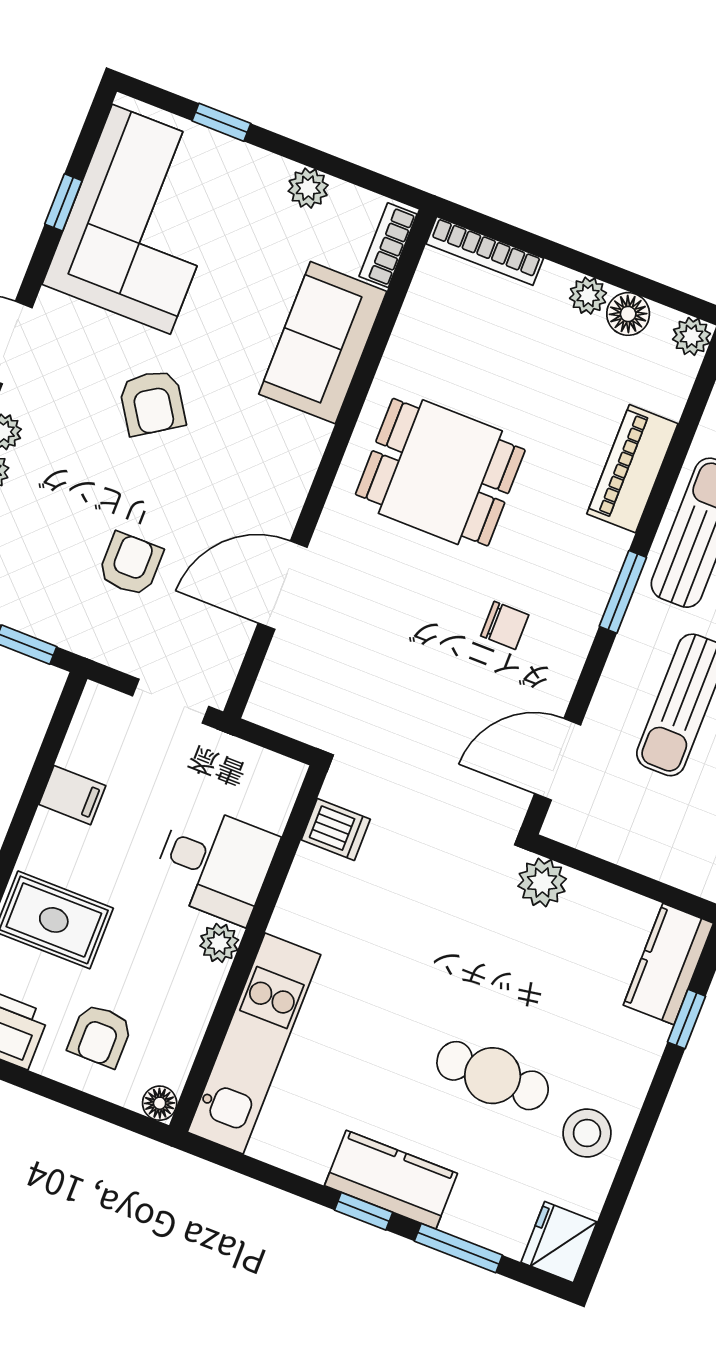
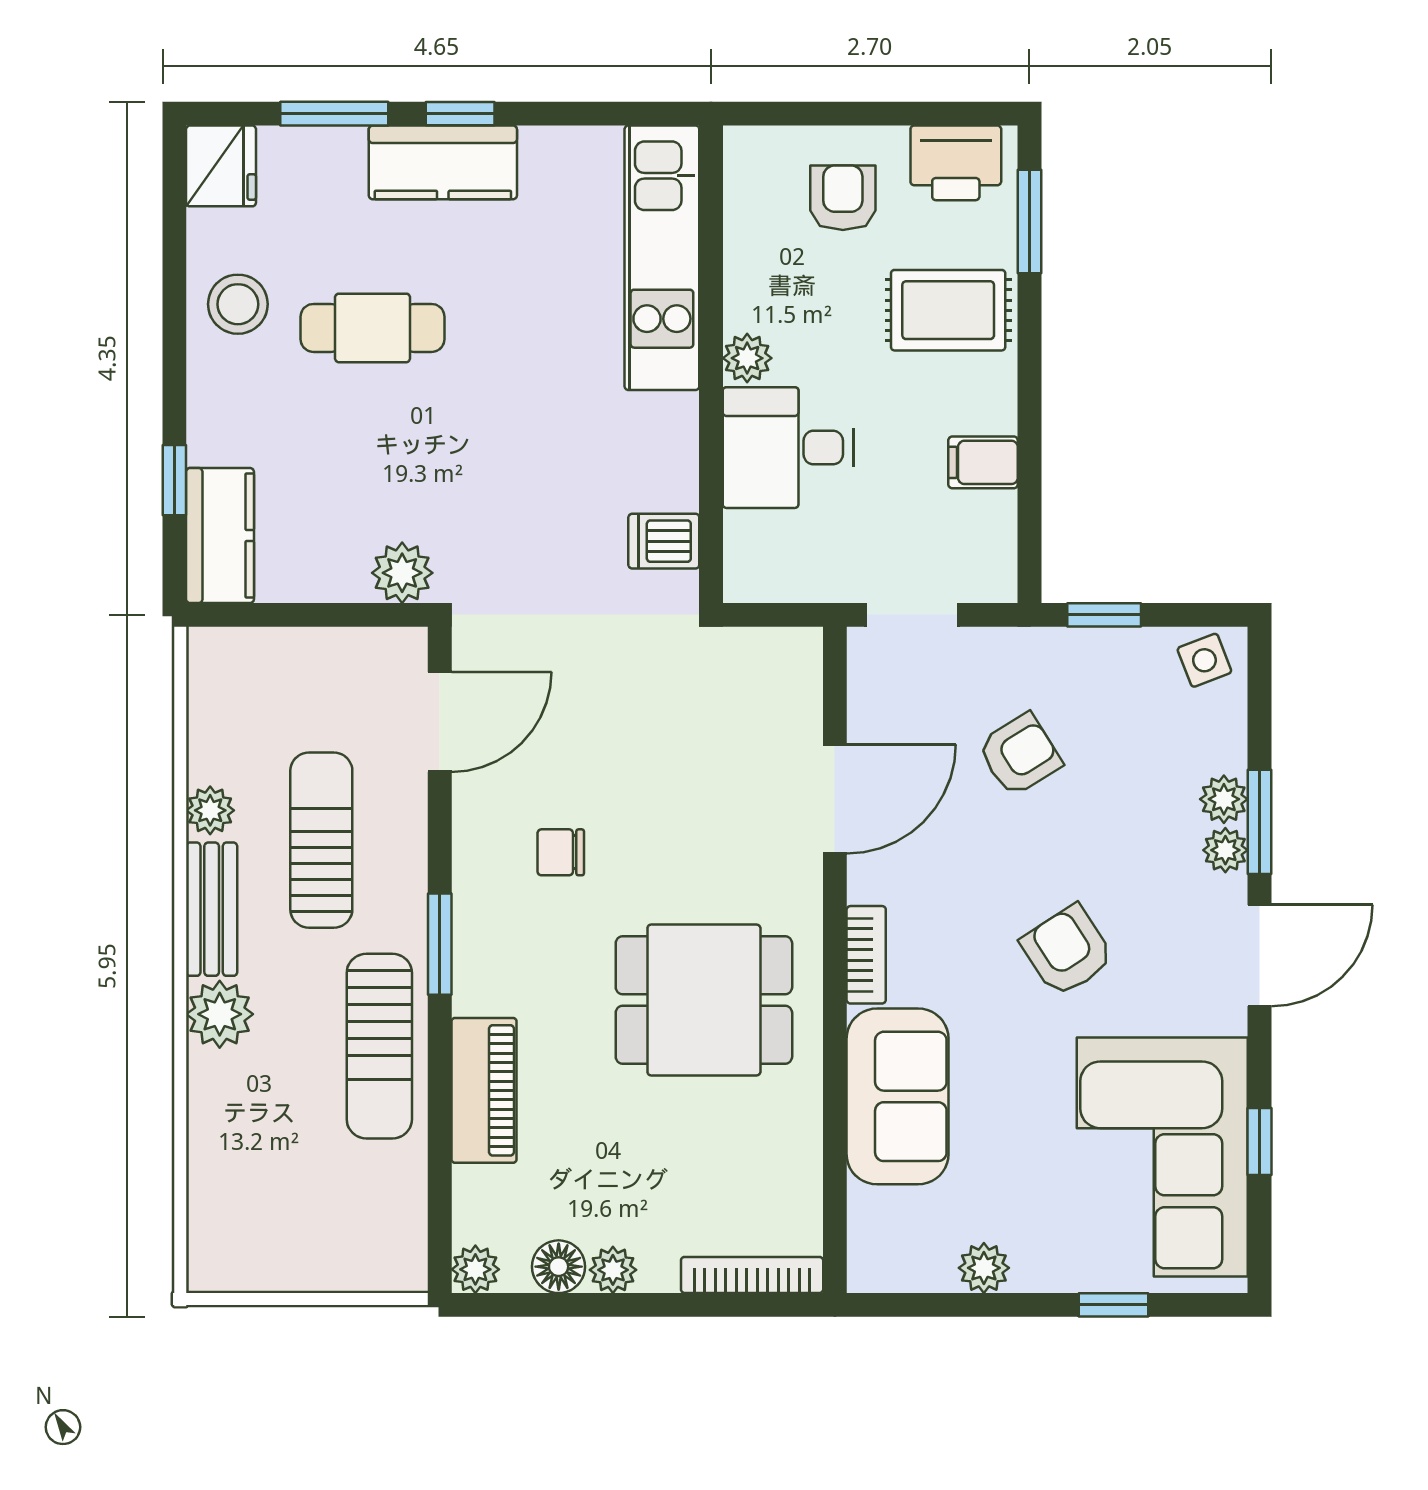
bookcase: (388, 245) -> (866, 955), moved
armchair: (130, 564) -> (1020, 755), turned -122
floor lamp: (160, 1103) -> (744, 147), removed

